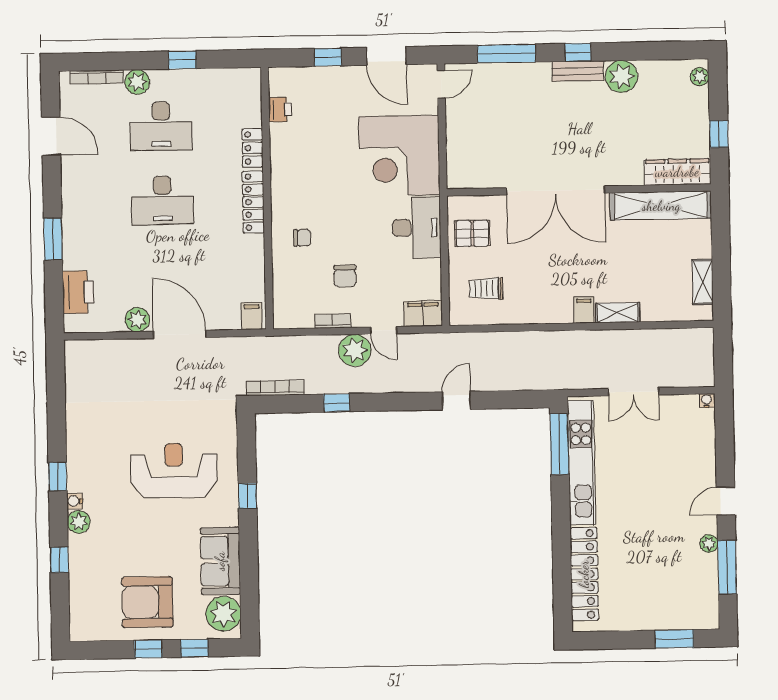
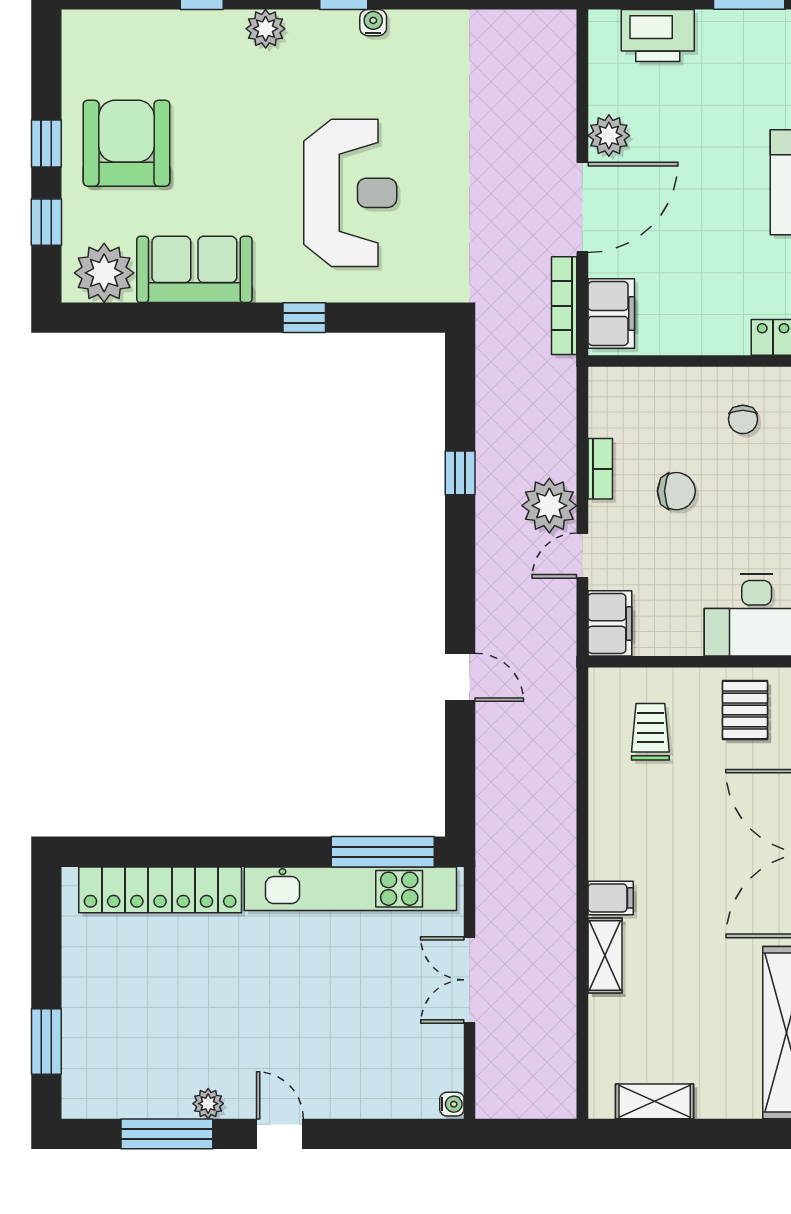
chair: (345, 276) -> (676, 491), turned 180
filing cabinet: (252, 316) -> (611, 313), width x2.00
bookcase: (275, 388) -> (564, 306), moved, turned 180
water cooler: (75, 501) -> (373, 23), moved

